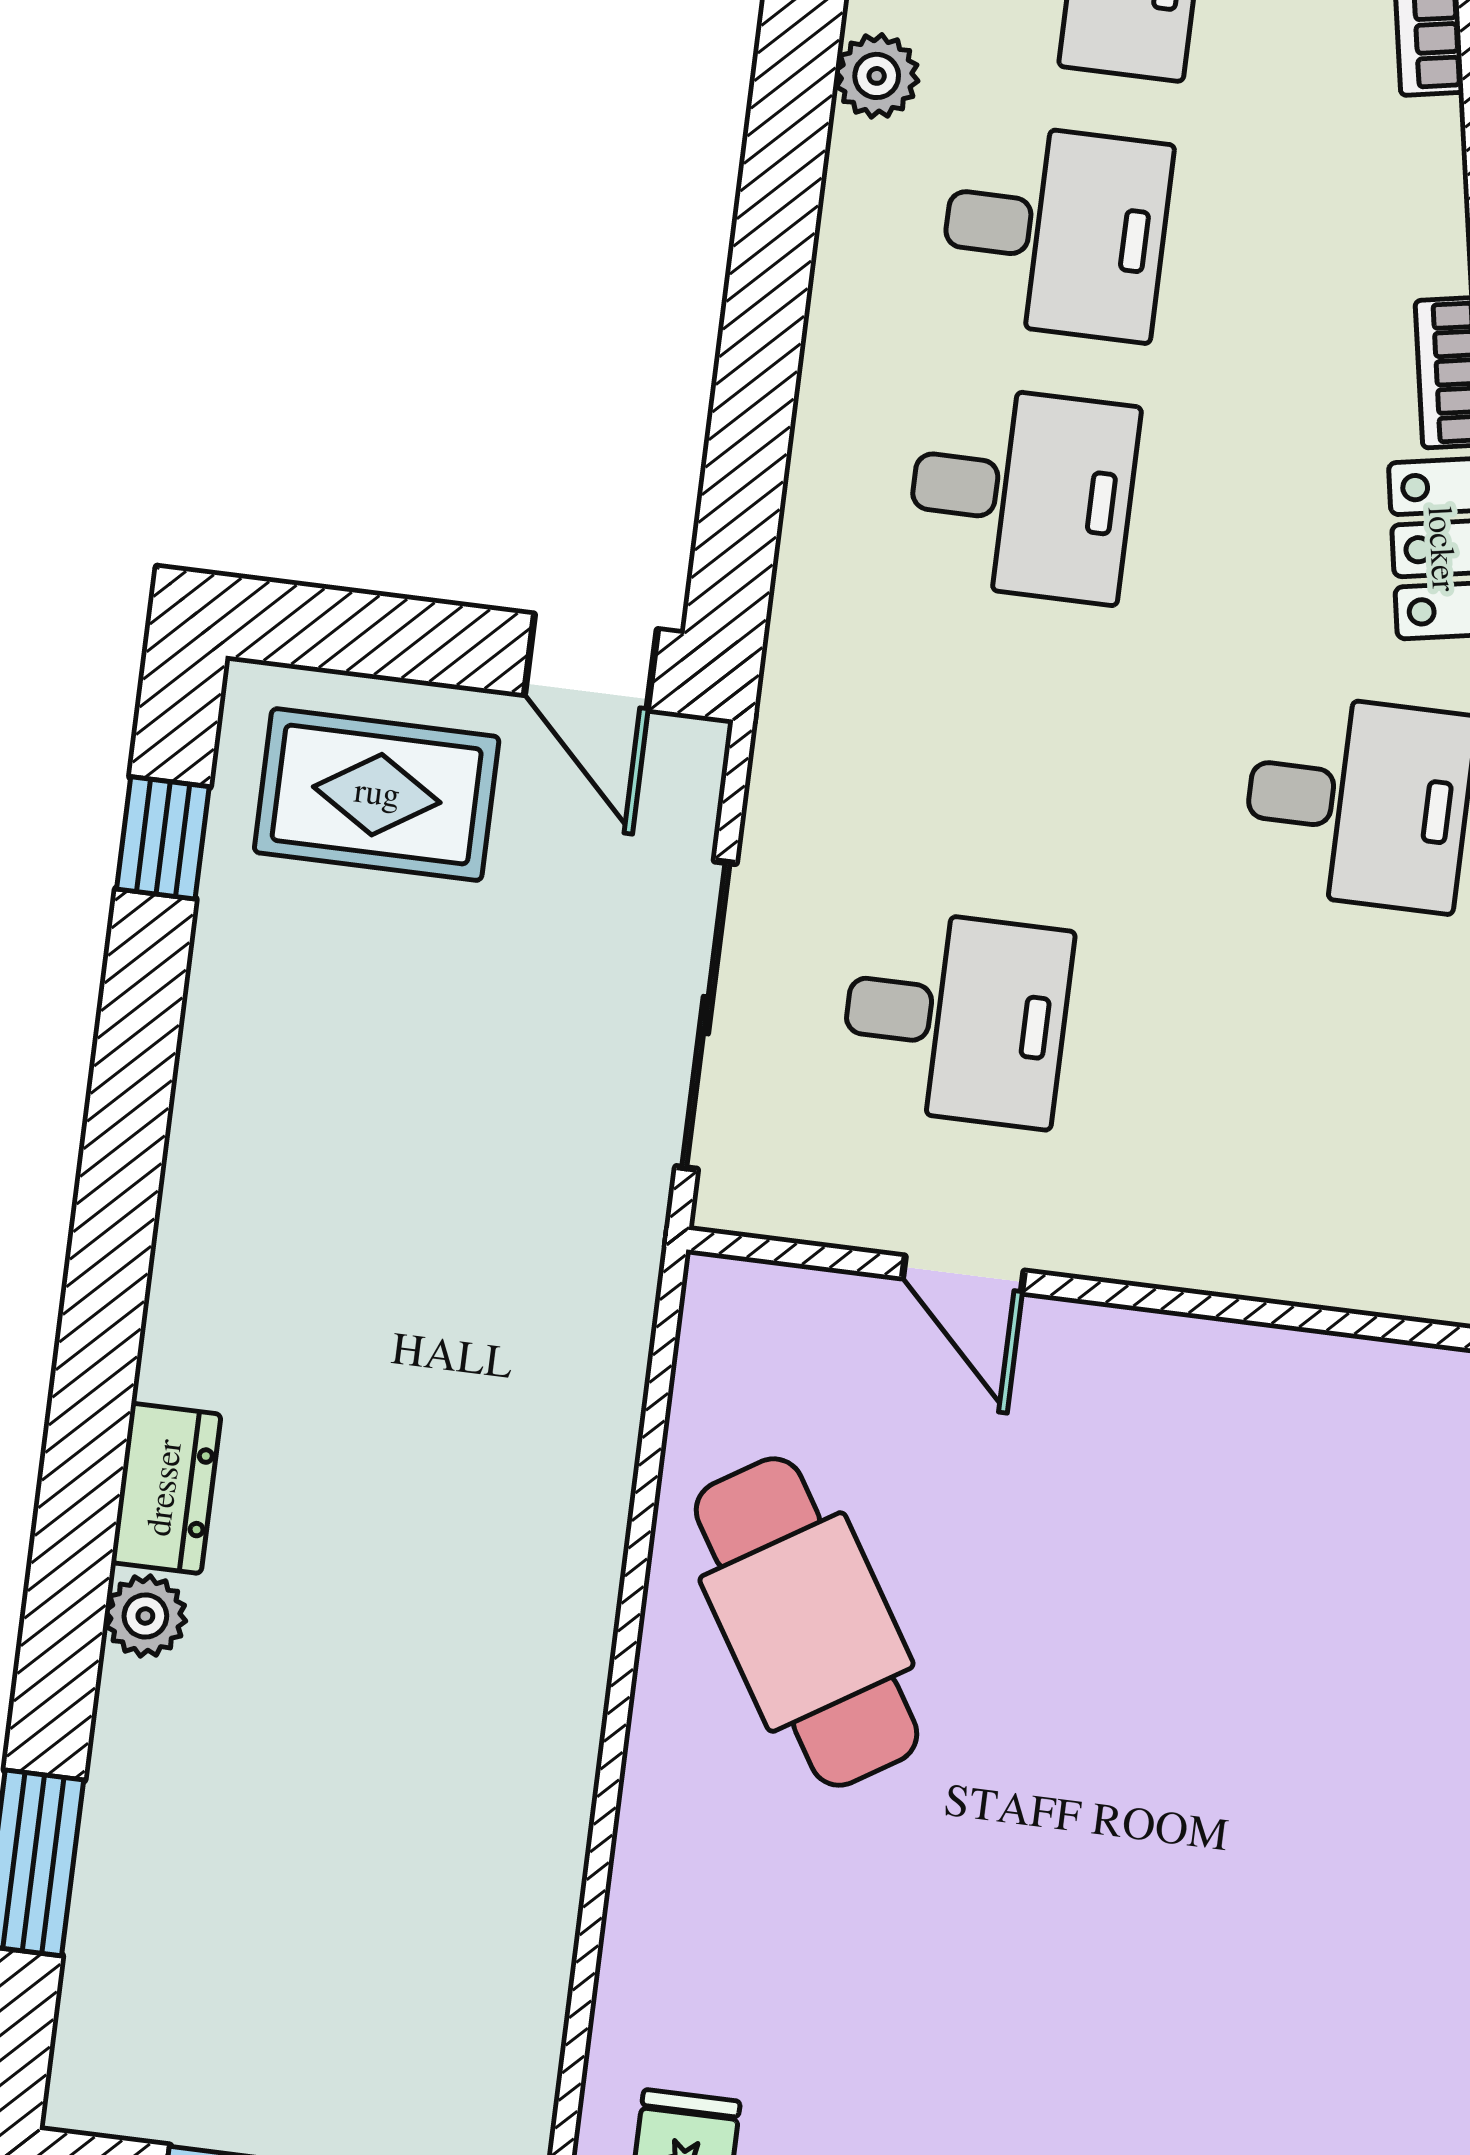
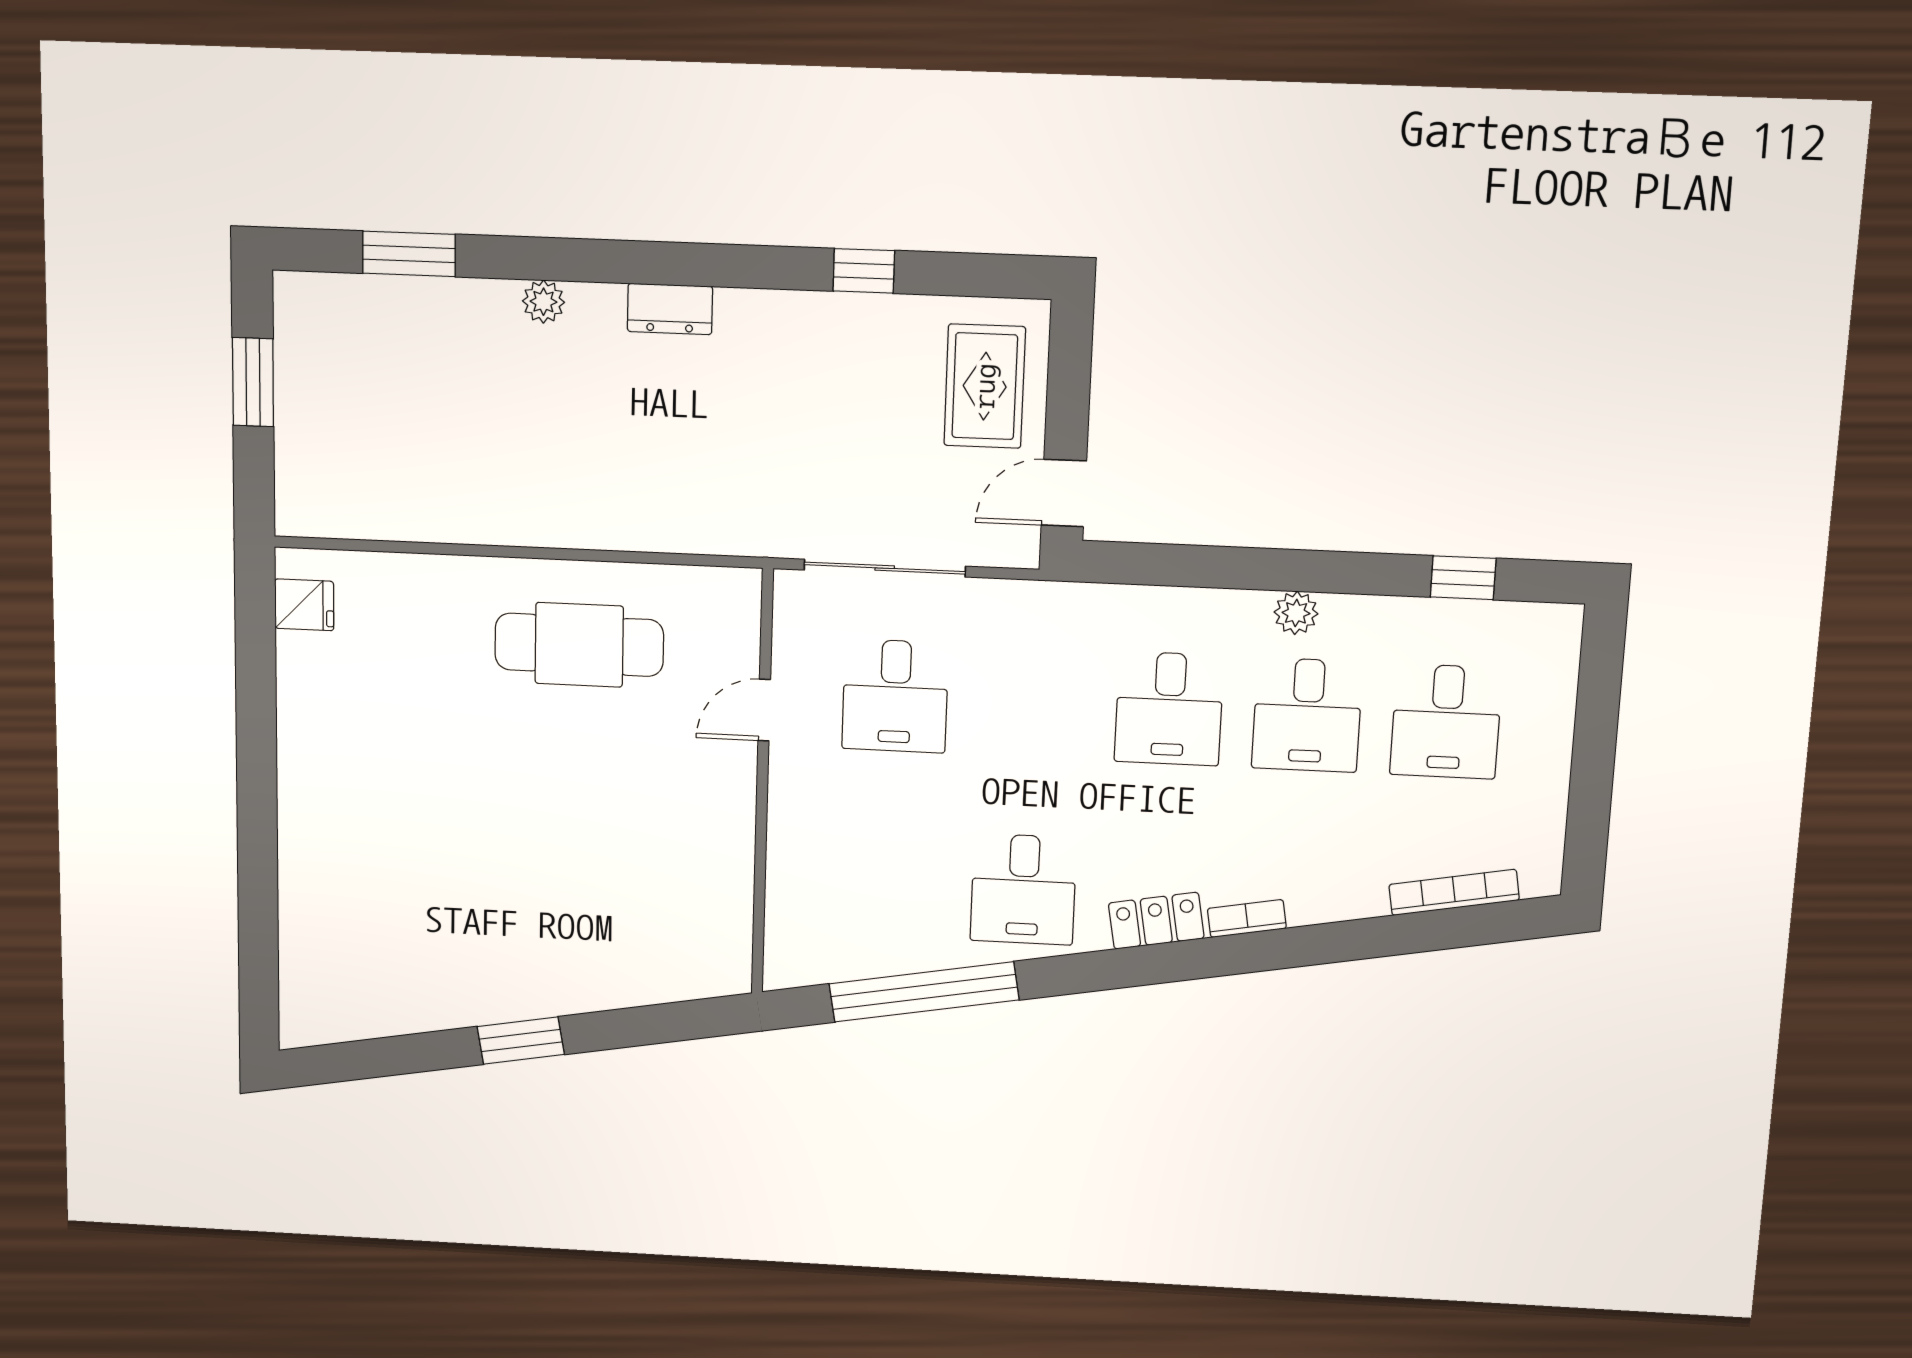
plant: (877, 76) -> (1296, 613), moved
window: (163, 838) -> (864, 271), moved
dresser: (166, 1488) -> (670, 309), moved
cafe table: (807, 1622) -> (579, 645), turned 32

